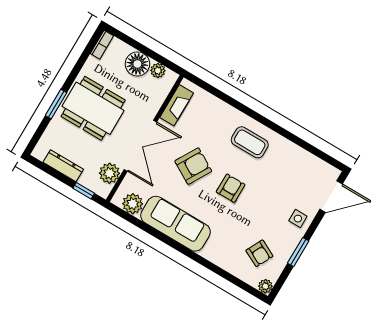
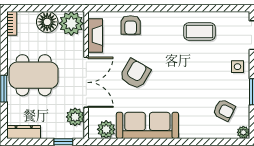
plant: (158, 71) -> (71, 23), width x1.87, depth x1.87
coffee table: (250, 142) -> (200, 31), moved
dresser: (63, 166) -> (24, 132), moved
armchair: (231, 188) -> (131, 25), moved, turned 180

